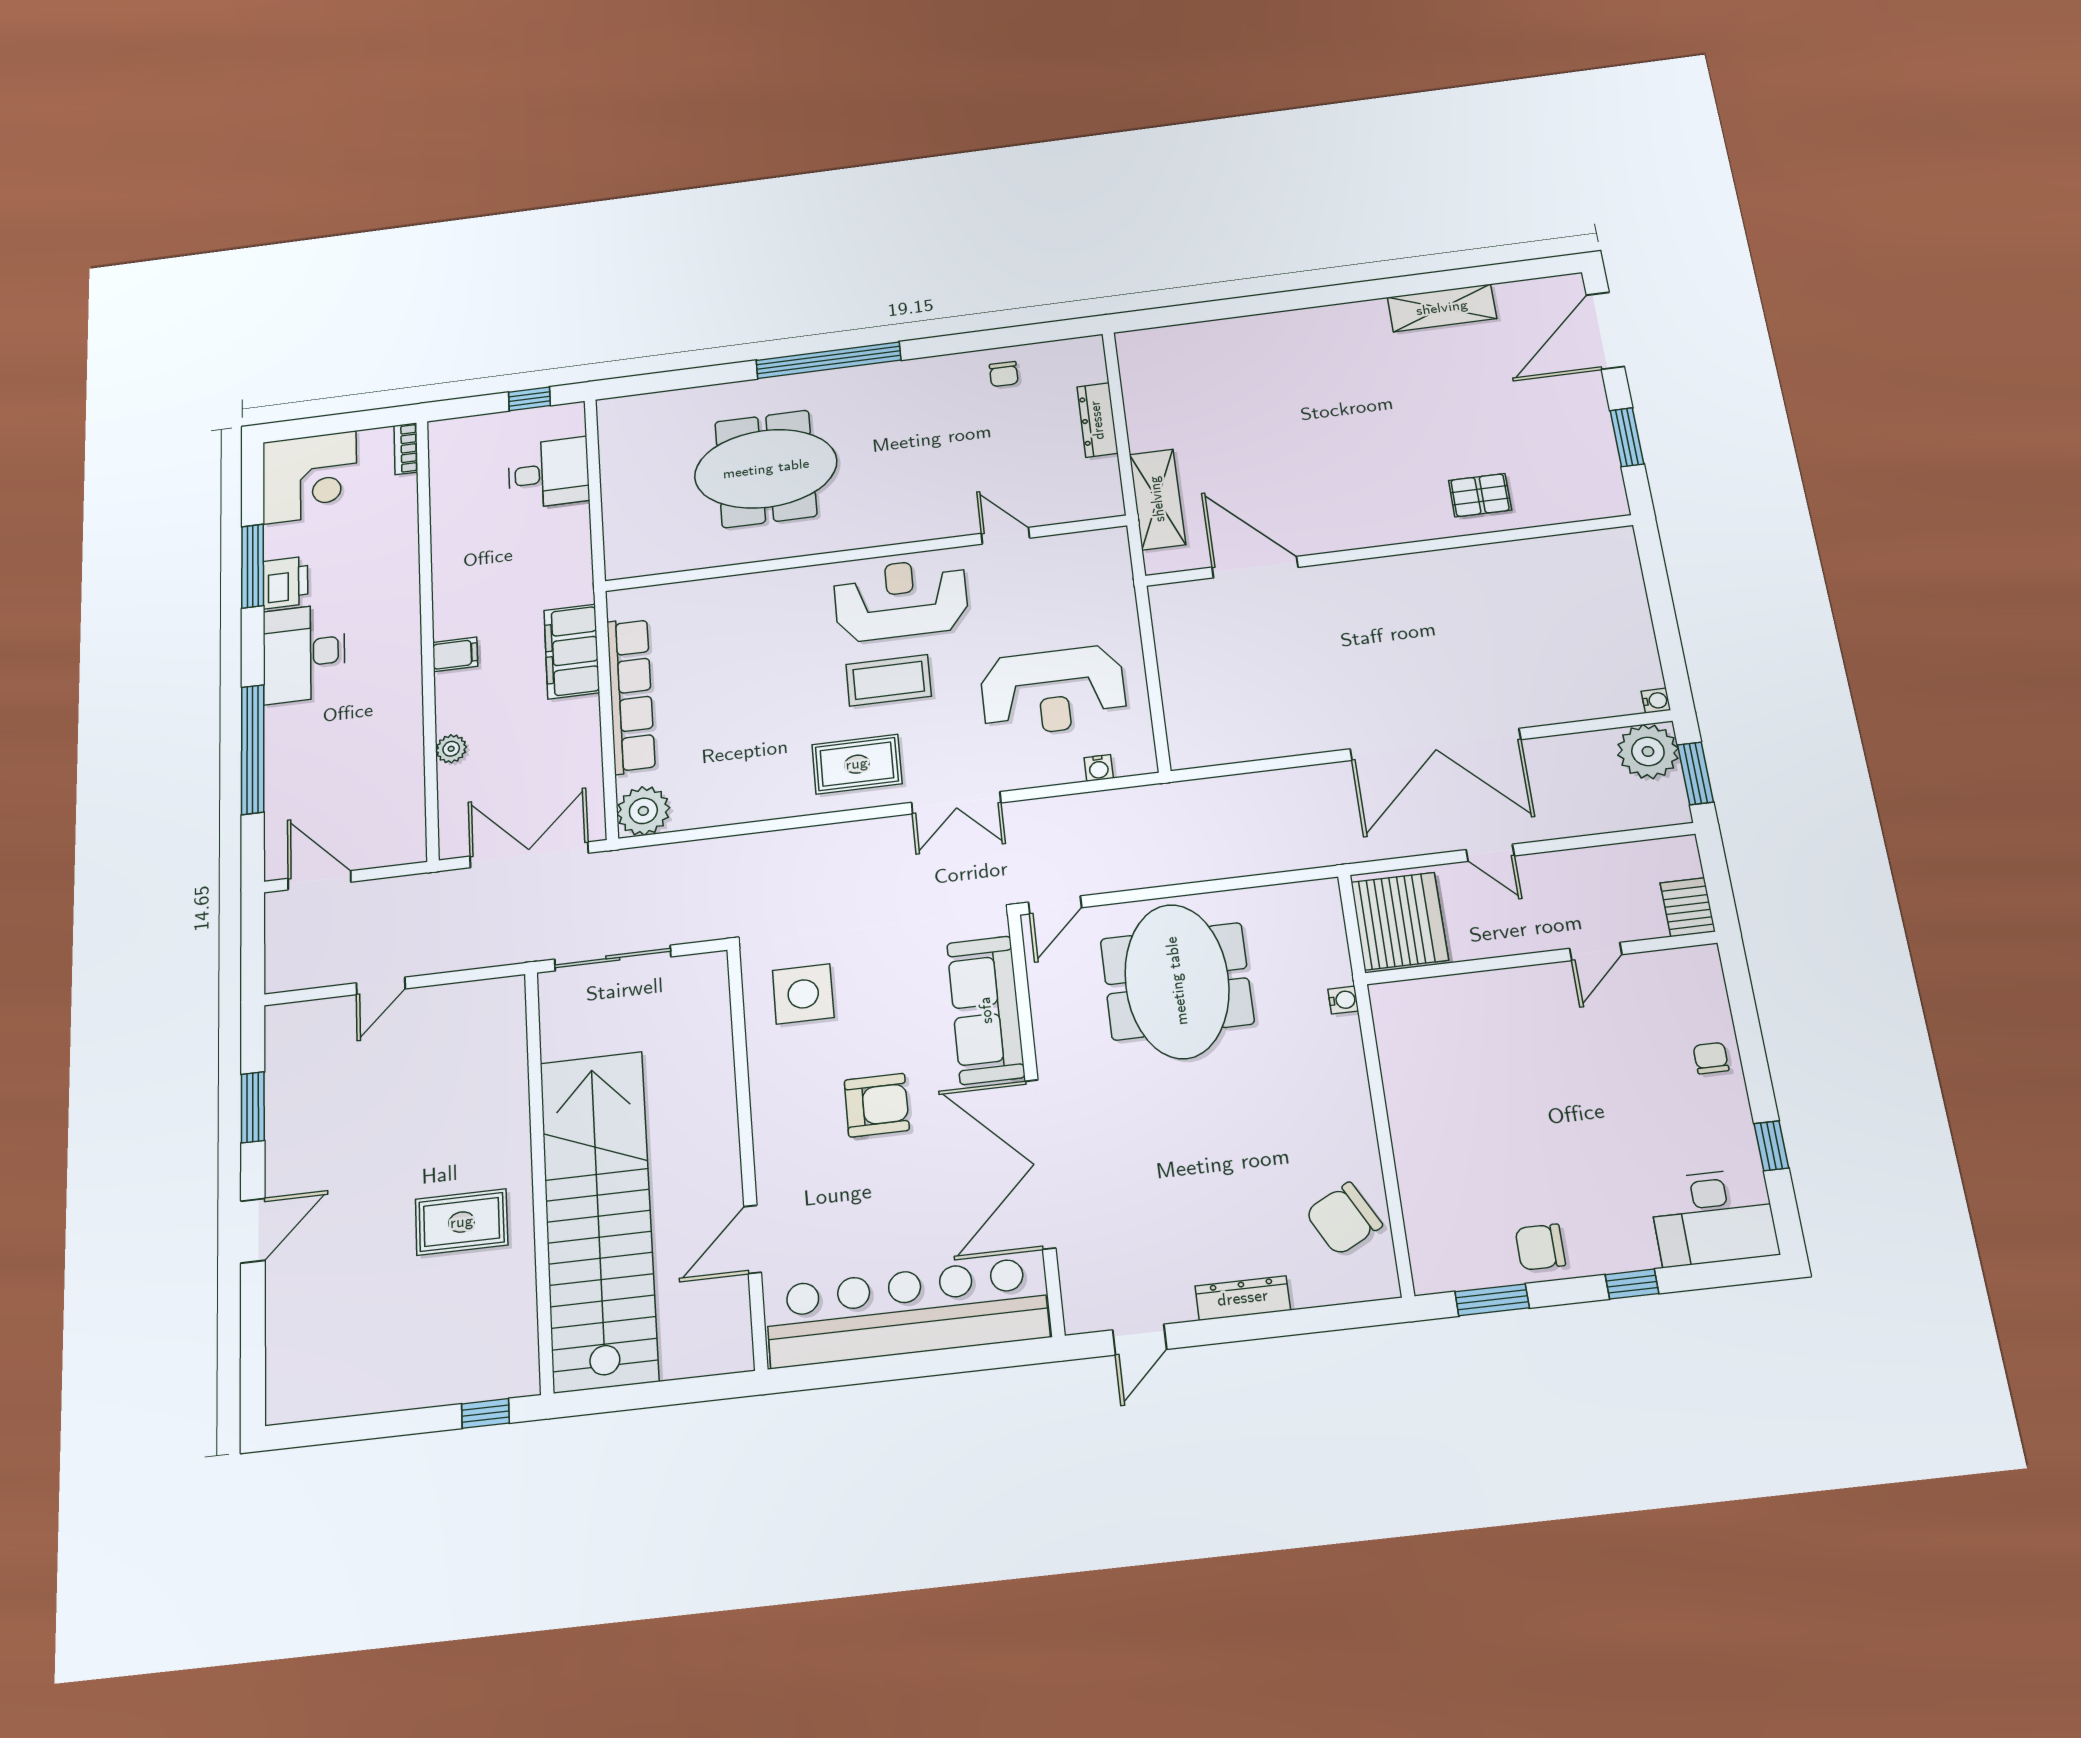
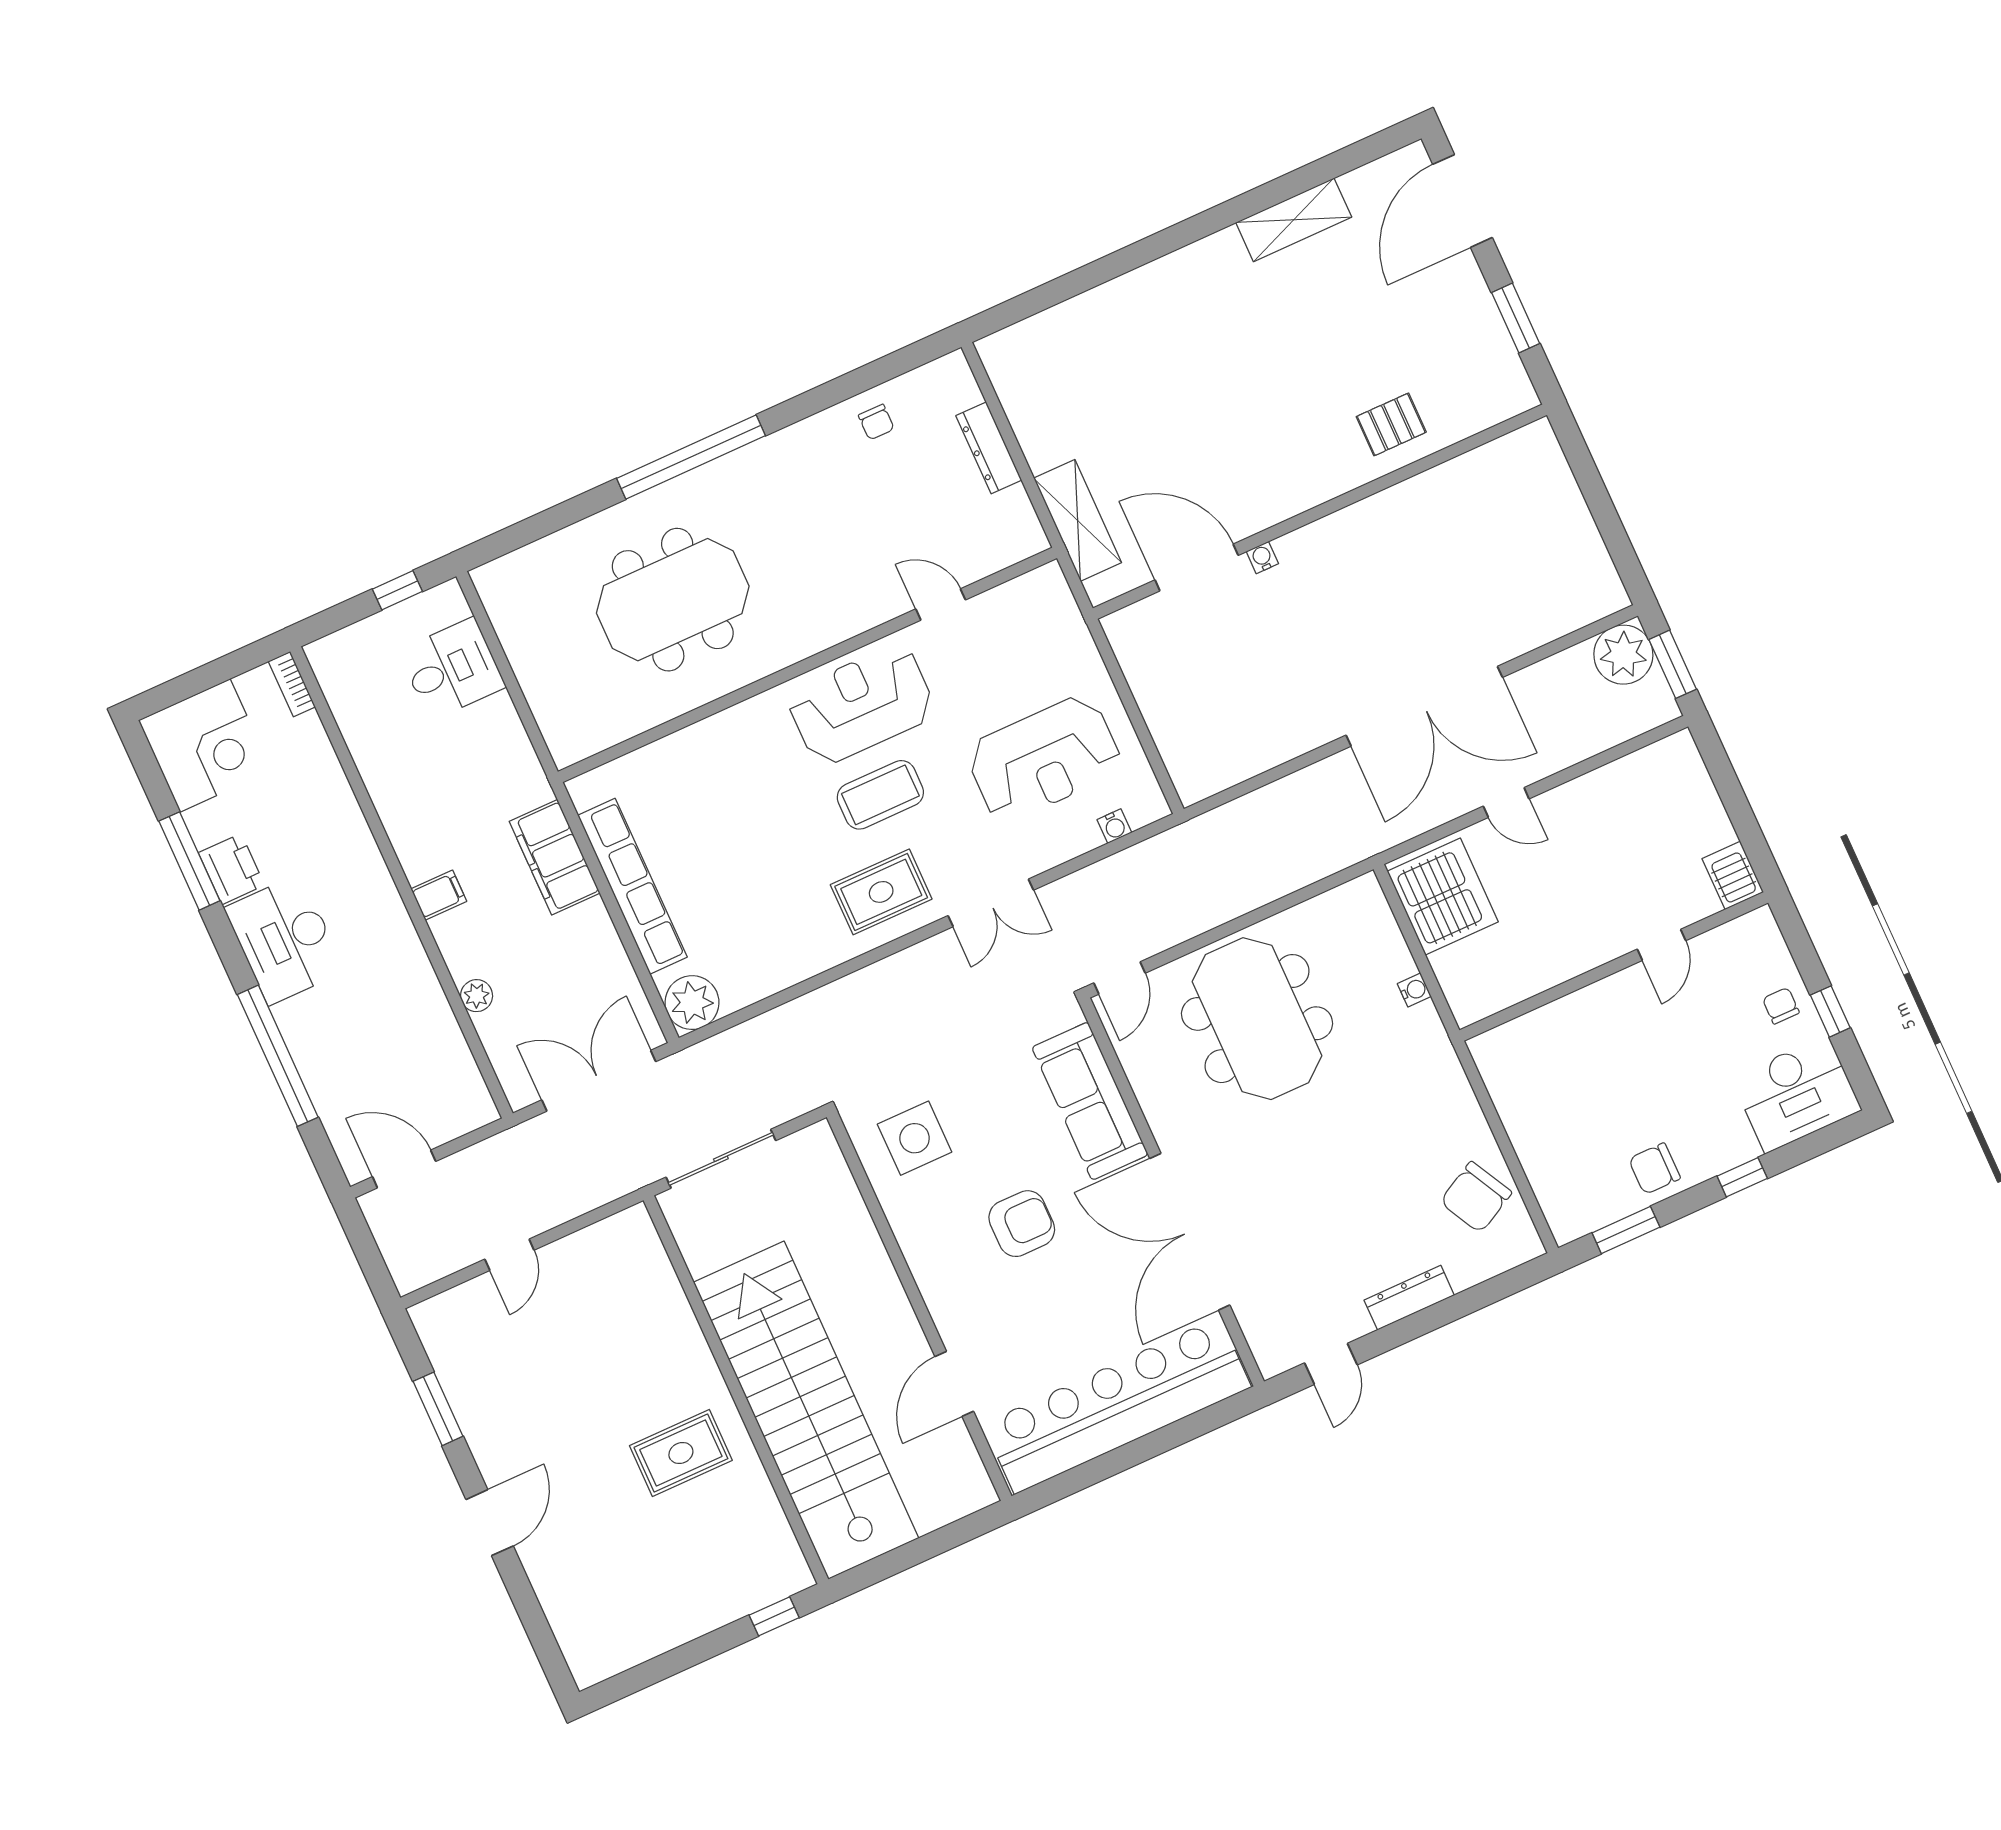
water cooler: (1656, 701) -> (1262, 558), moved, turned -90
server rack: (1688, 907) -> (1733, 875), moved
door: (1596, 952) -> (1661, 945), moved
wall: (1541, 958) -> (1614, 966), moved
chair: (1711, 1058) -> (1781, 1006), moved

